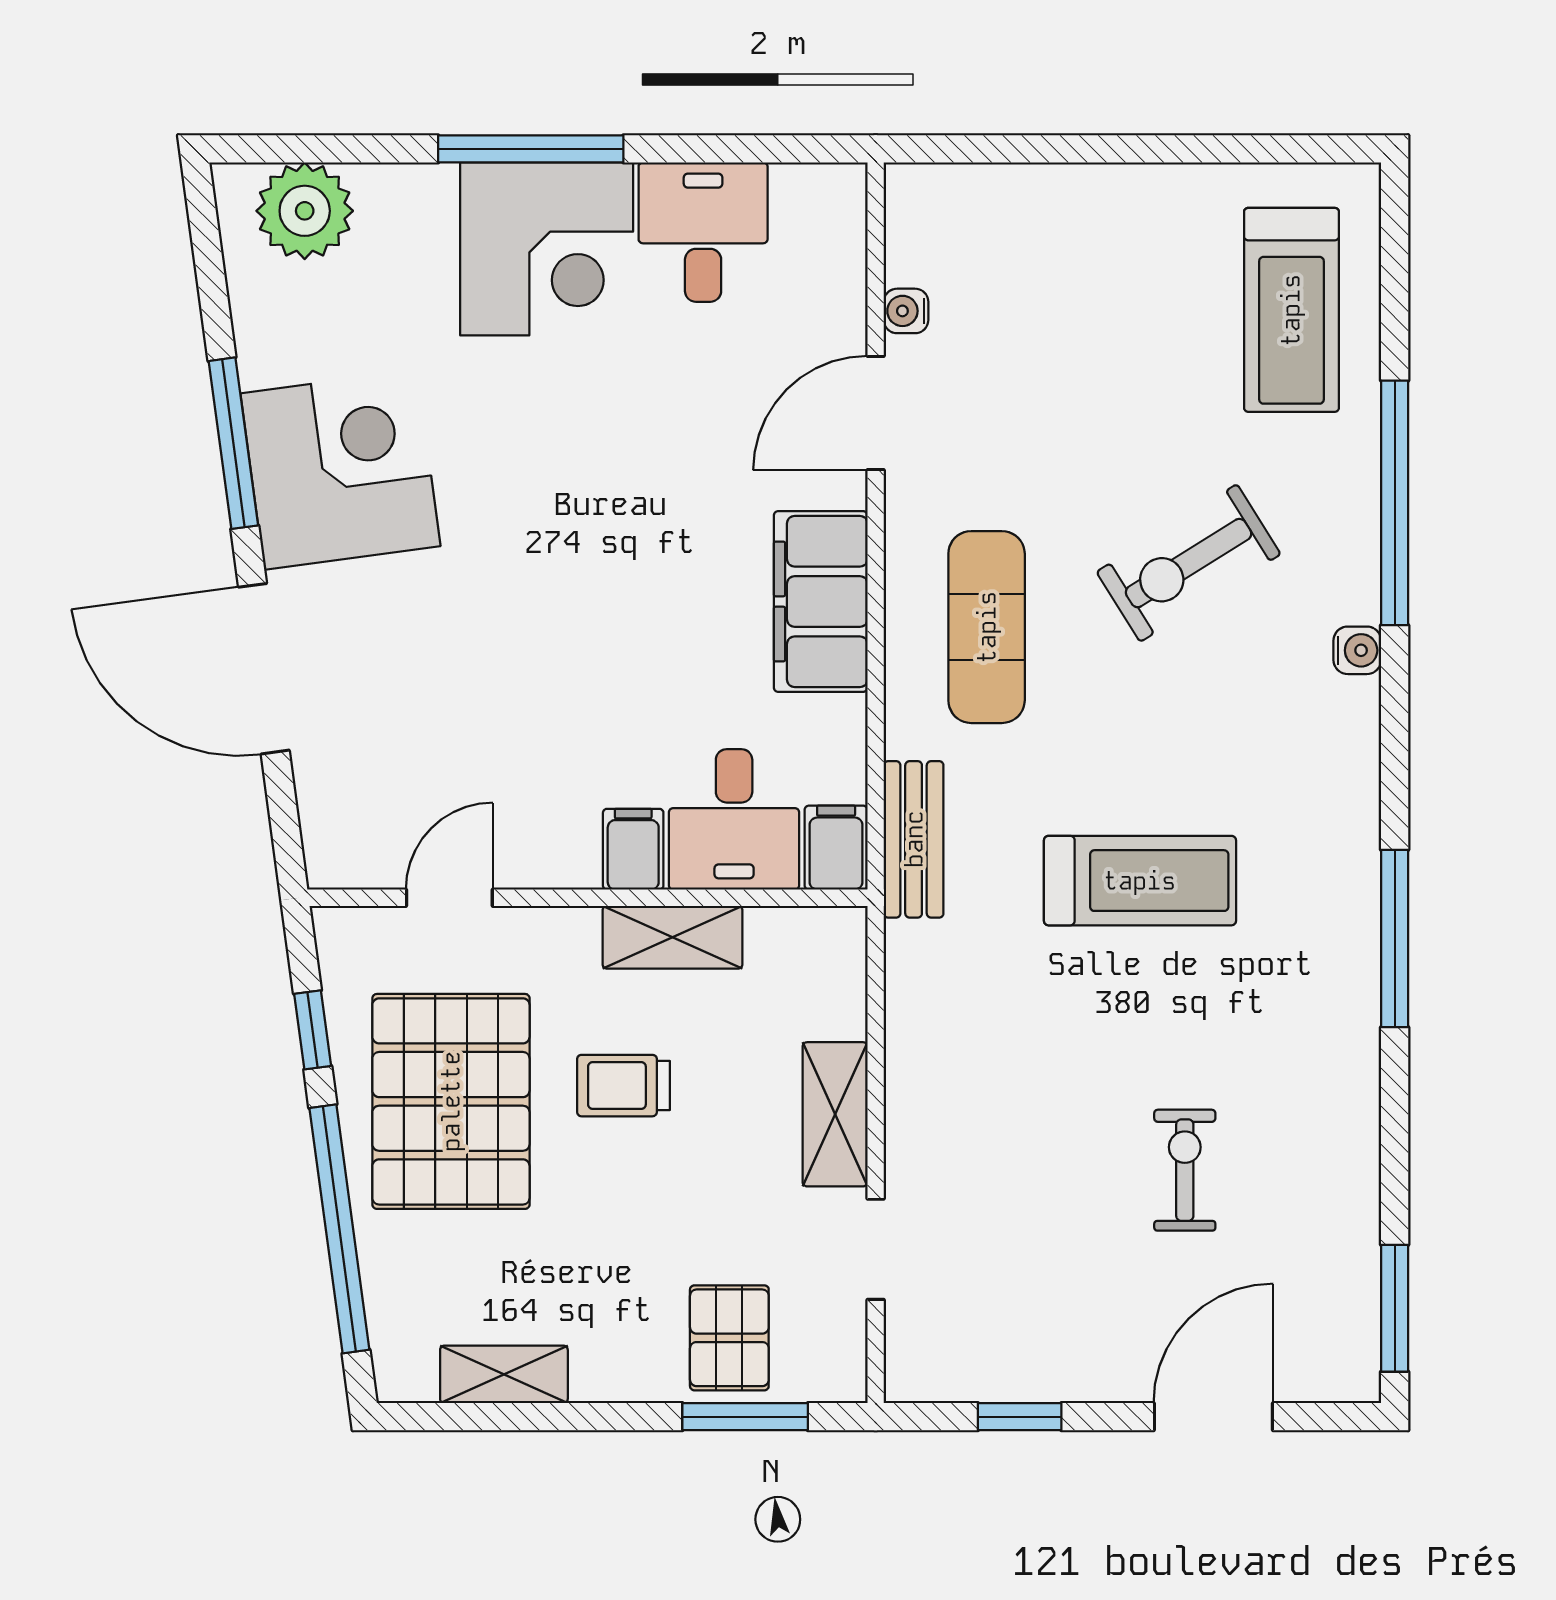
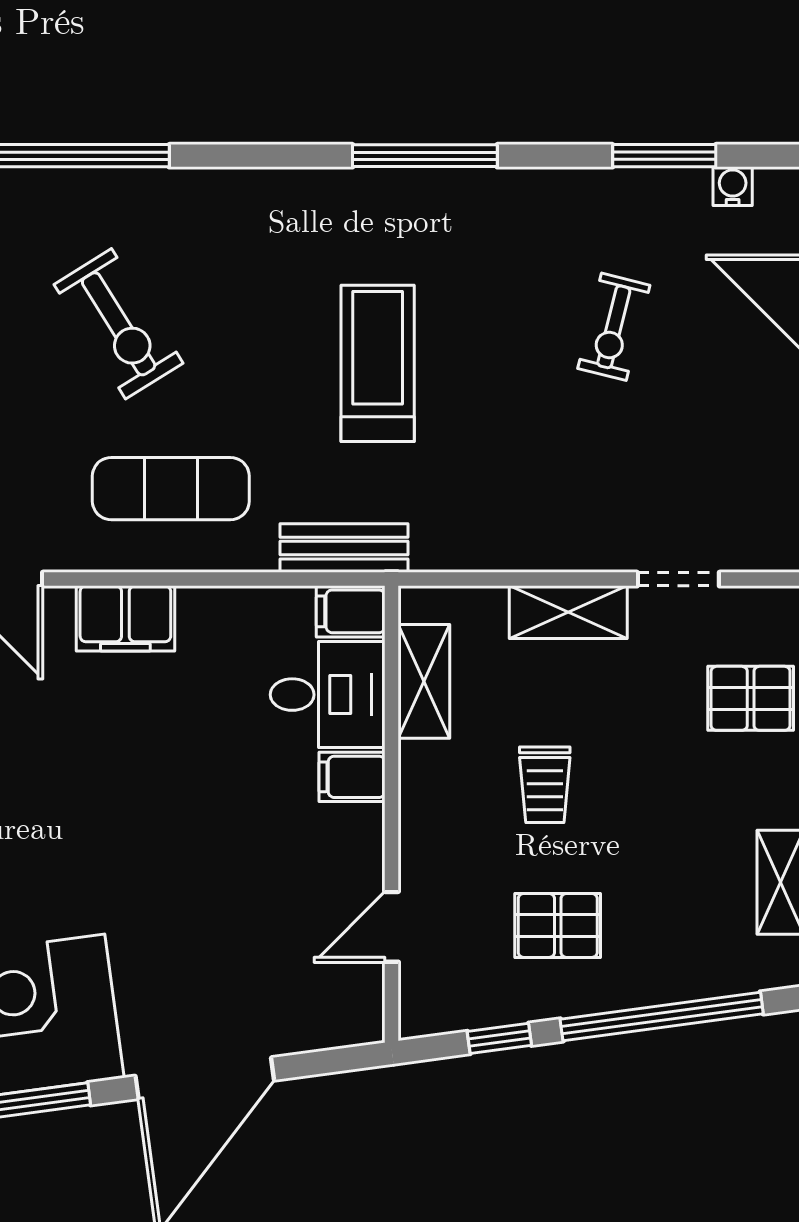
filing cabinet: (821, 601) -> (125, 618), width x0.67, depth x0.86
water cooler: (1357, 650) -> (733, 186), moved
door: (449, 898) -> (392, 927), hinge flipped
shelving: (672, 937) -> (424, 681), moved
pallet: (451, 1101) -> (558, 925), width x0.49, depth x0.50
exercise bike: (1185, 1170) -> (614, 327), turned -76
window: (1395, 1308) -> (664, 156), moved

